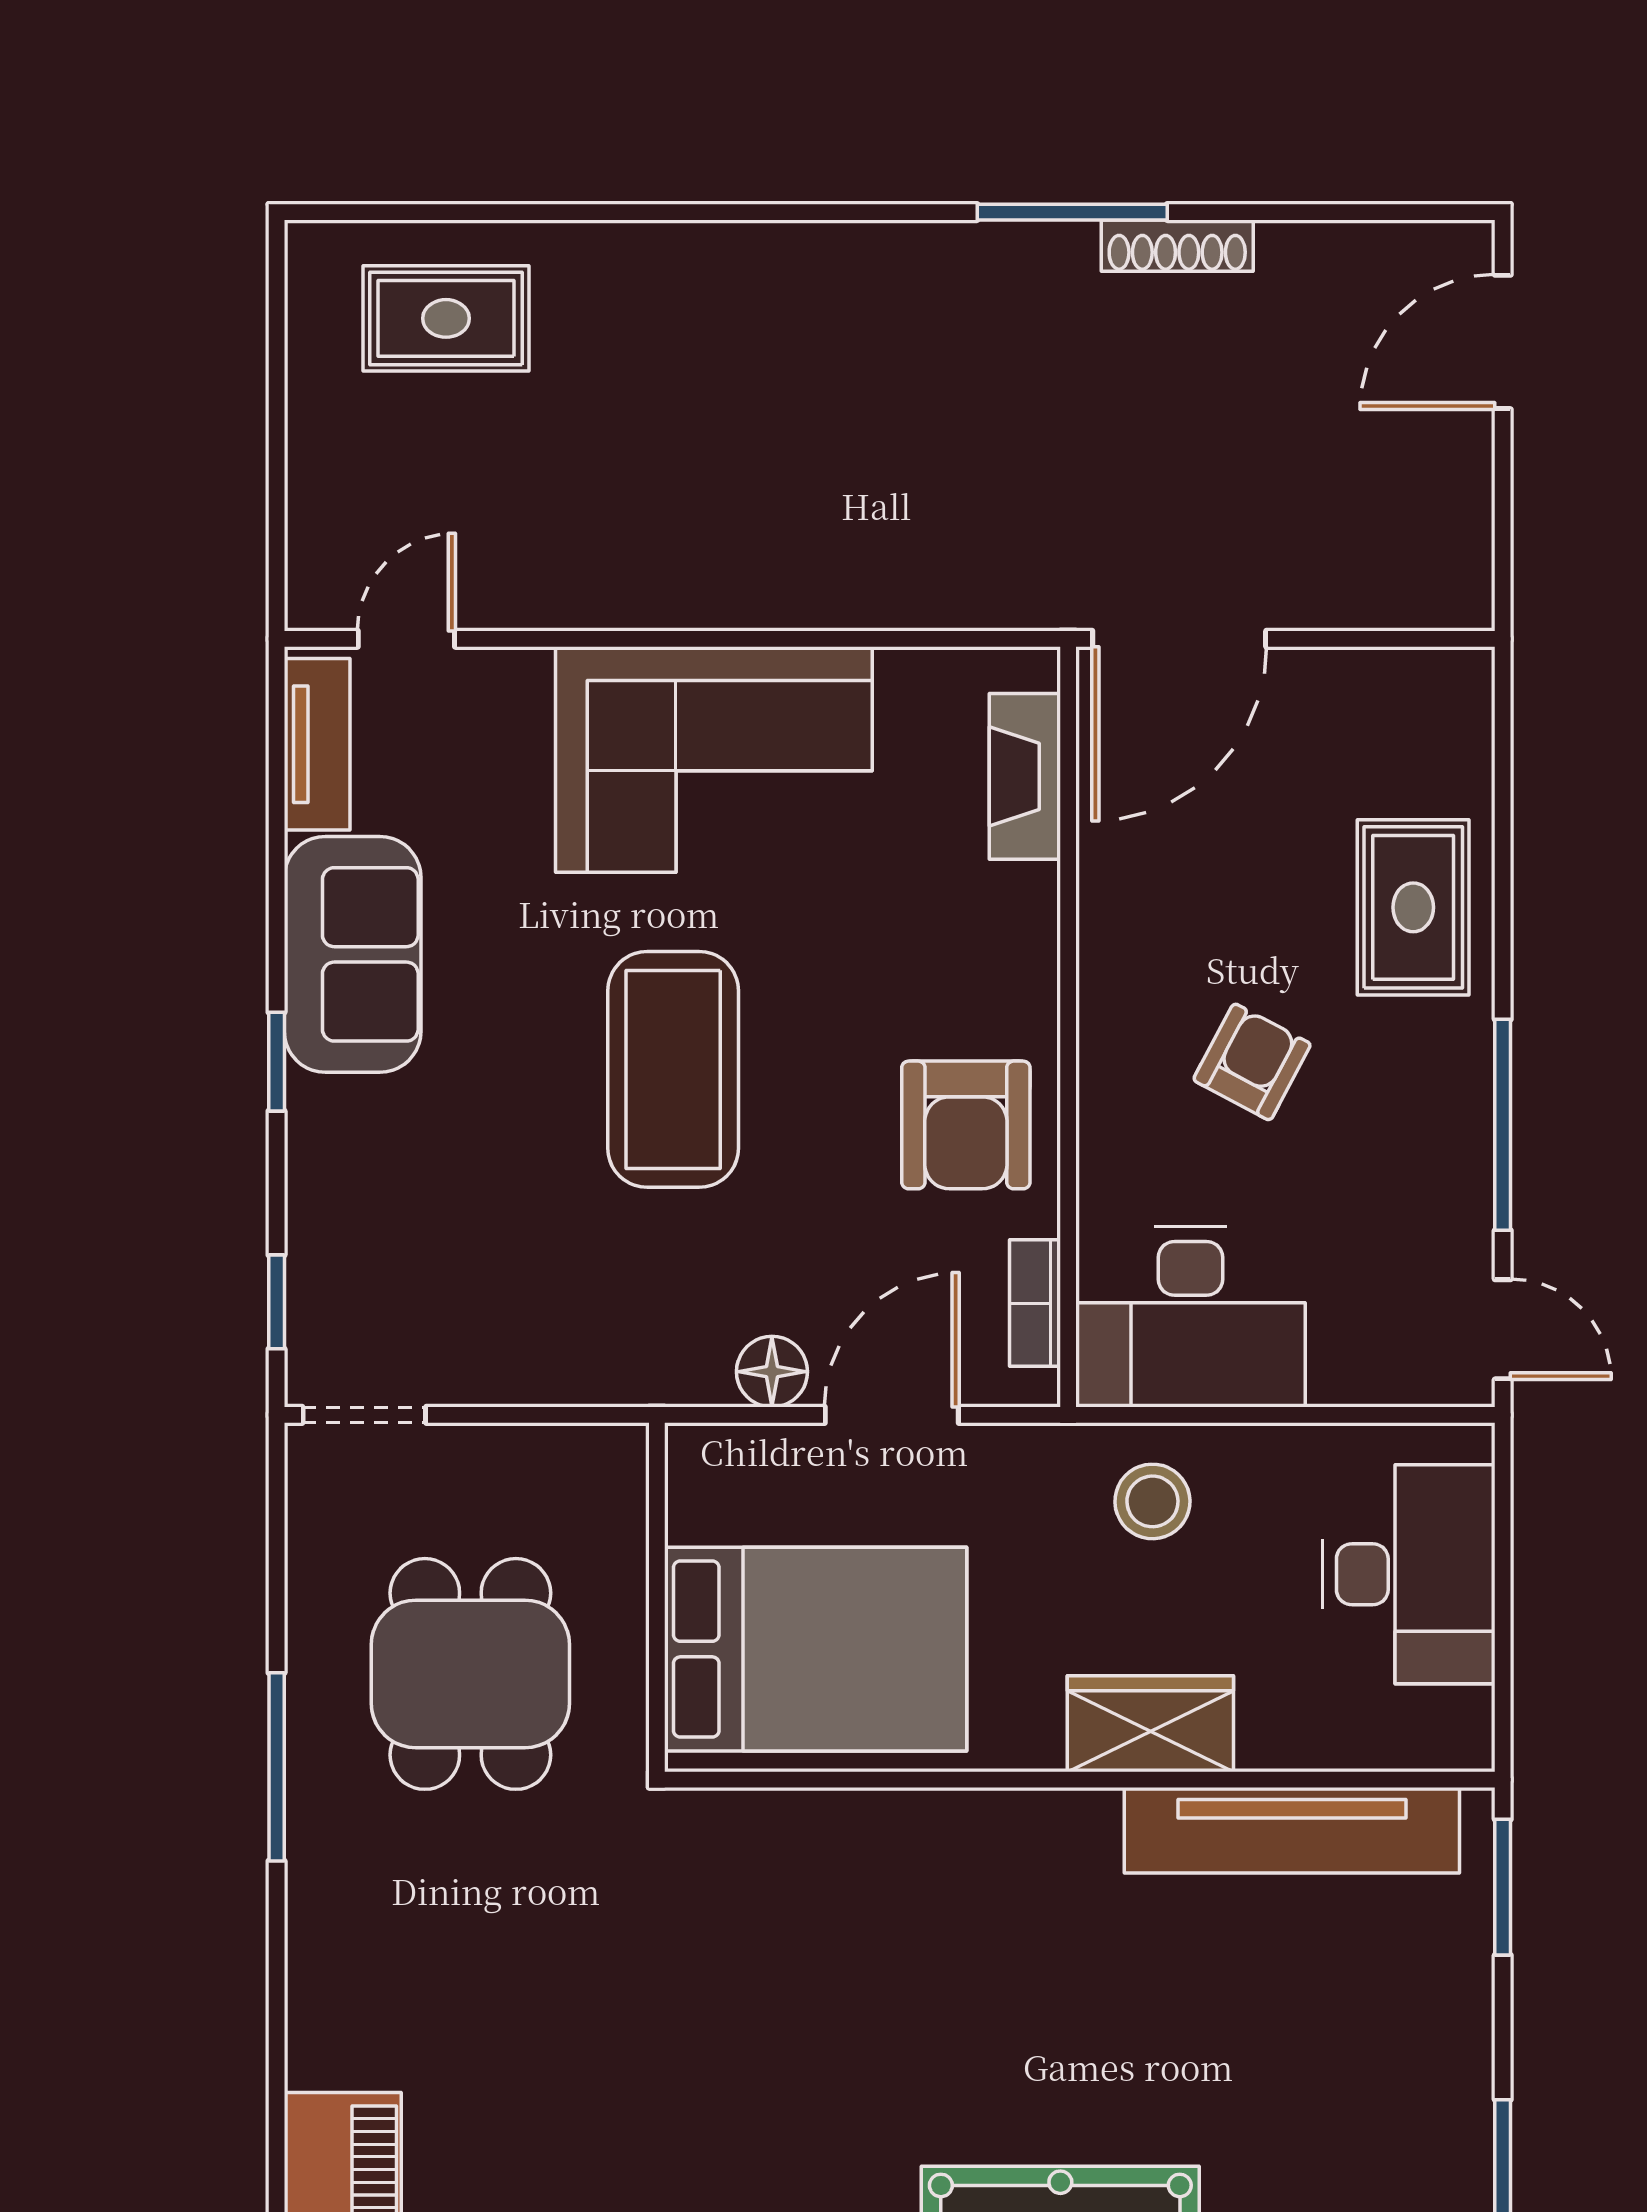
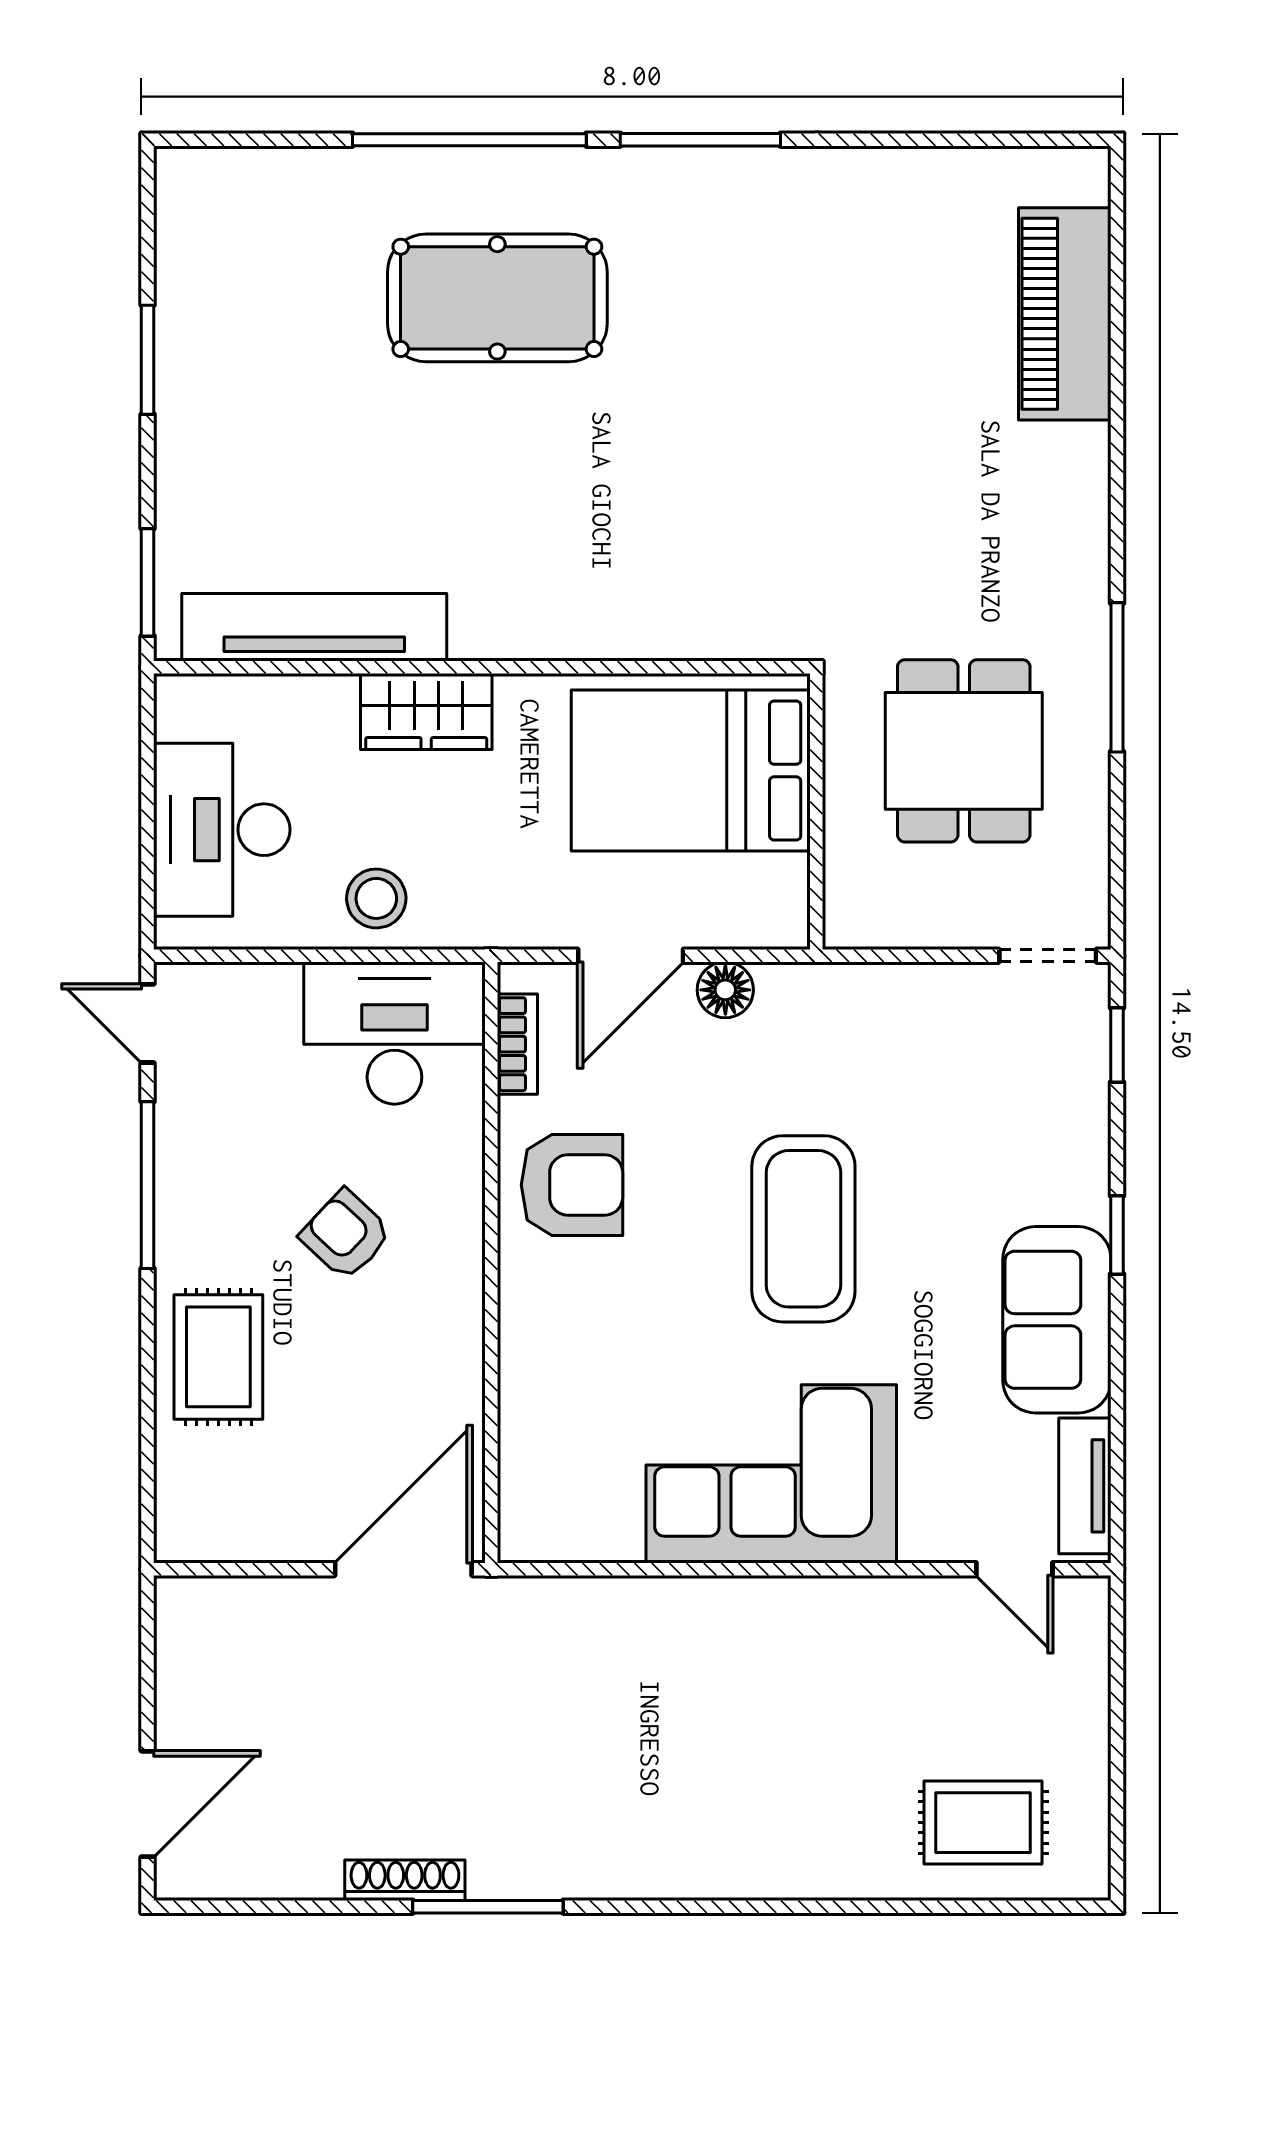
door: (406, 639) -> (1014, 1569), hinge flipped
fireplace: (1025, 776) -> (525, 1460), removed
armchair: (1252, 1062) -> (346, 1235), turned 105
armchair: (966, 1125) -> (572, 1185), turned 90
stool: (1152, 1501) -> (376, 898), moved

